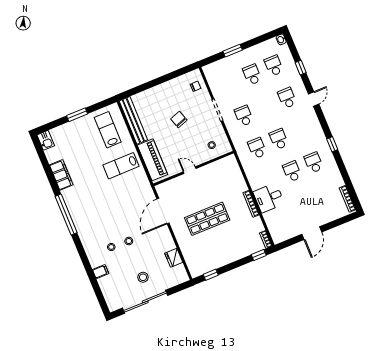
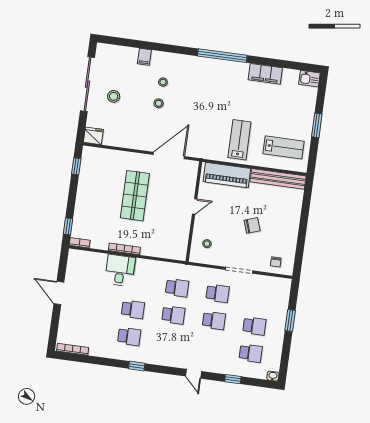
school desk: (287, 98) -> (214, 320), moved
door: (163, 211) -> (169, 156), hinge flipped
fridge: (174, 258) -> (93, 136), moved

